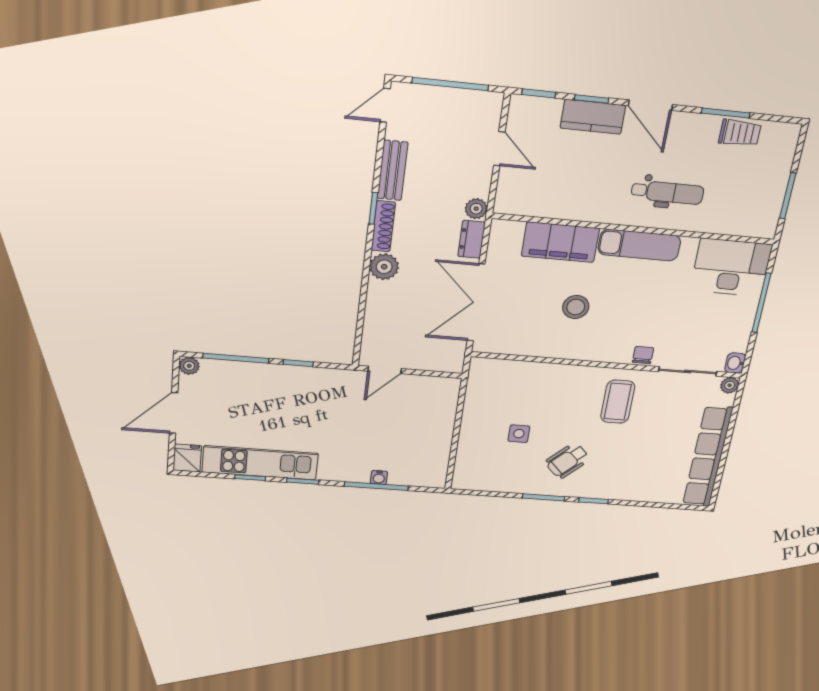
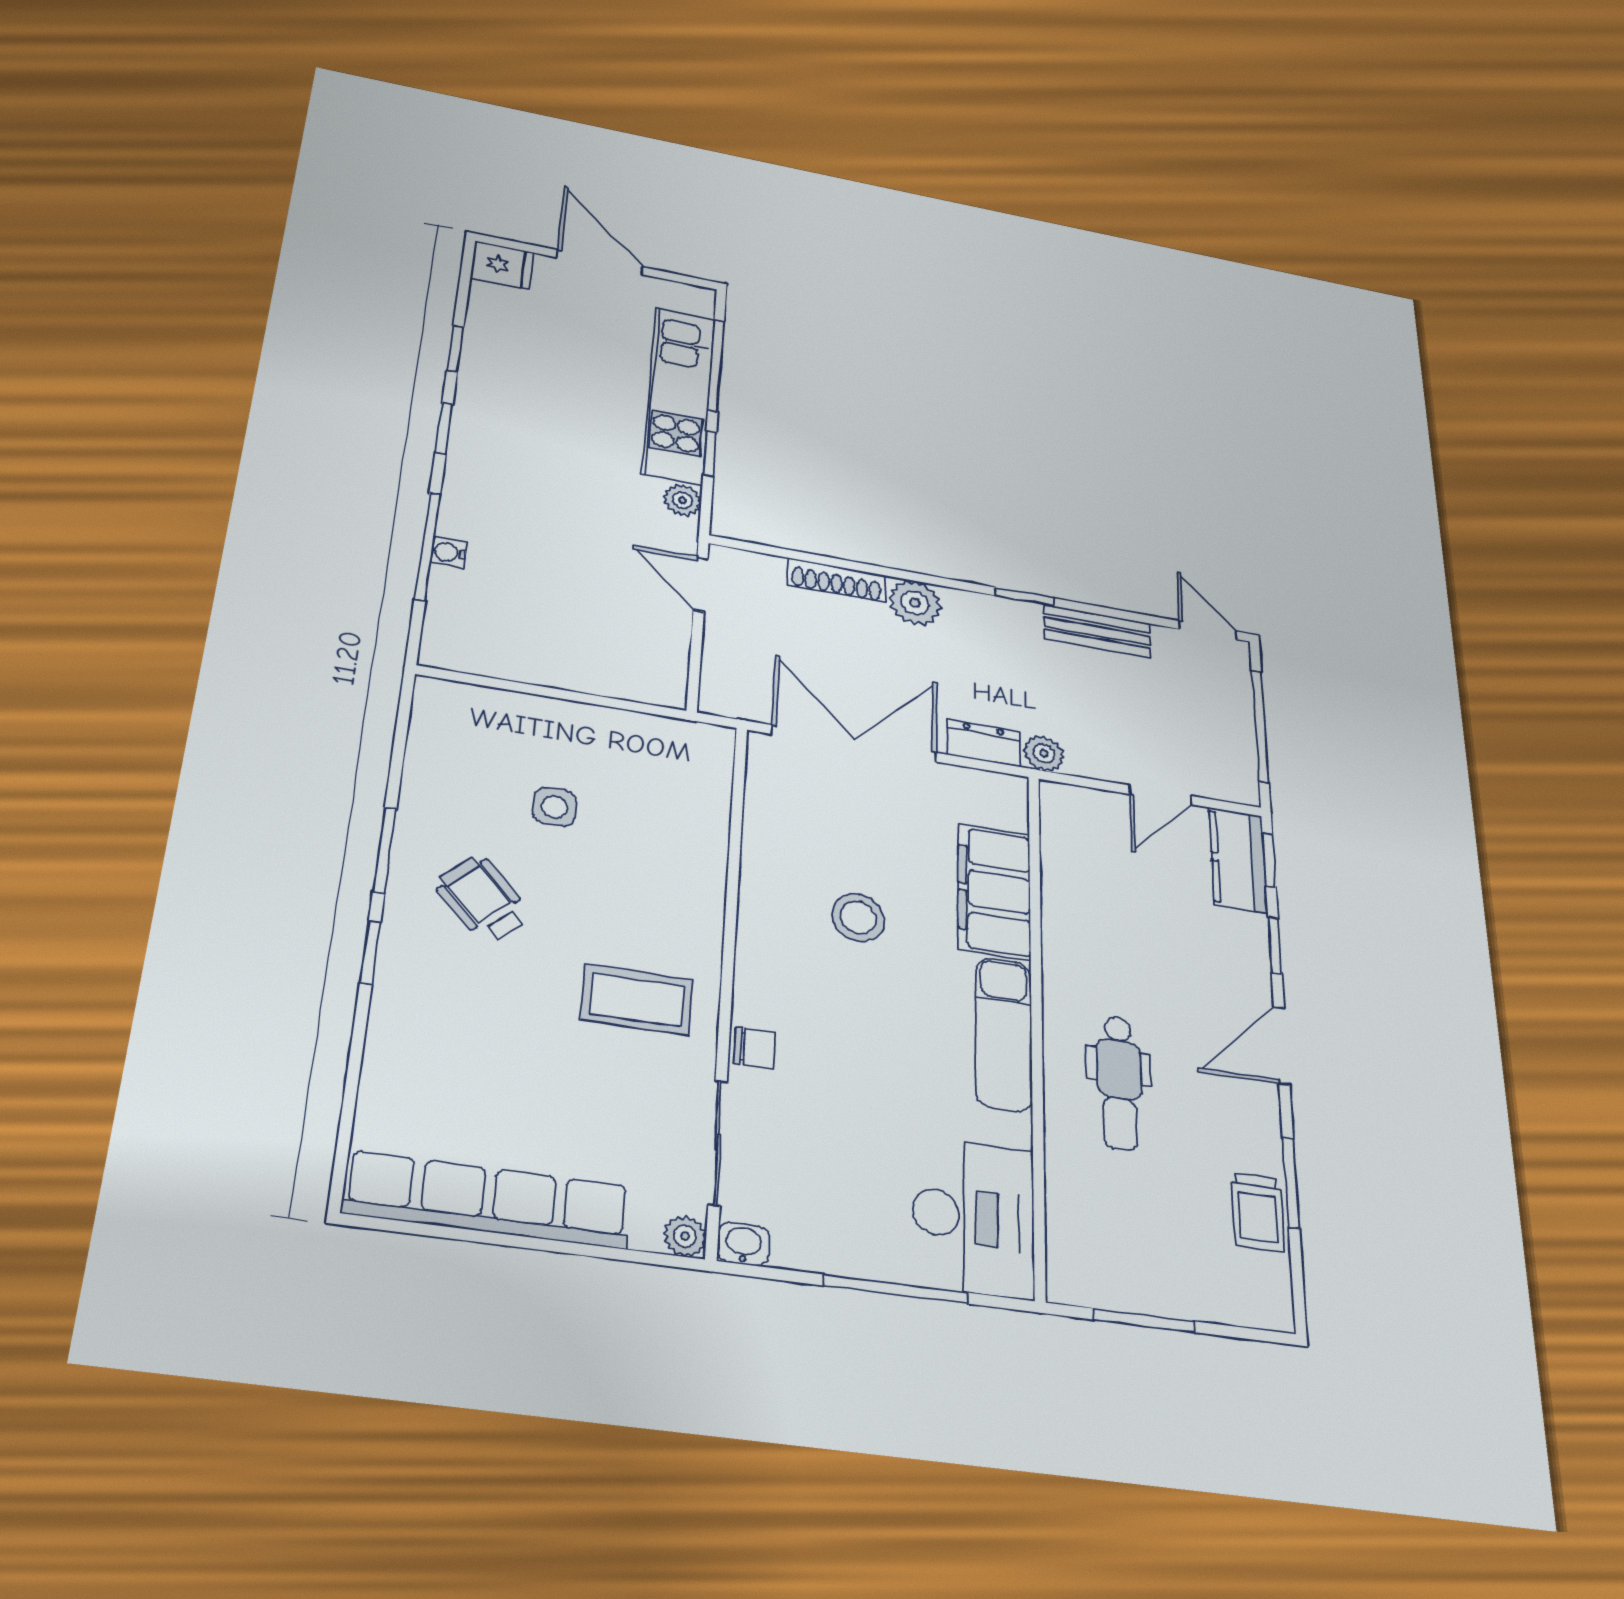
kitchen counter: (593, 117) -> (1238, 860), moved
shoe rack: (383, 226) -> (837, 580), moved
plant: (189, 366) -> (683, 500), moved
kitchen unit: (260, 463) -> (679, 395), moved, turned 180

